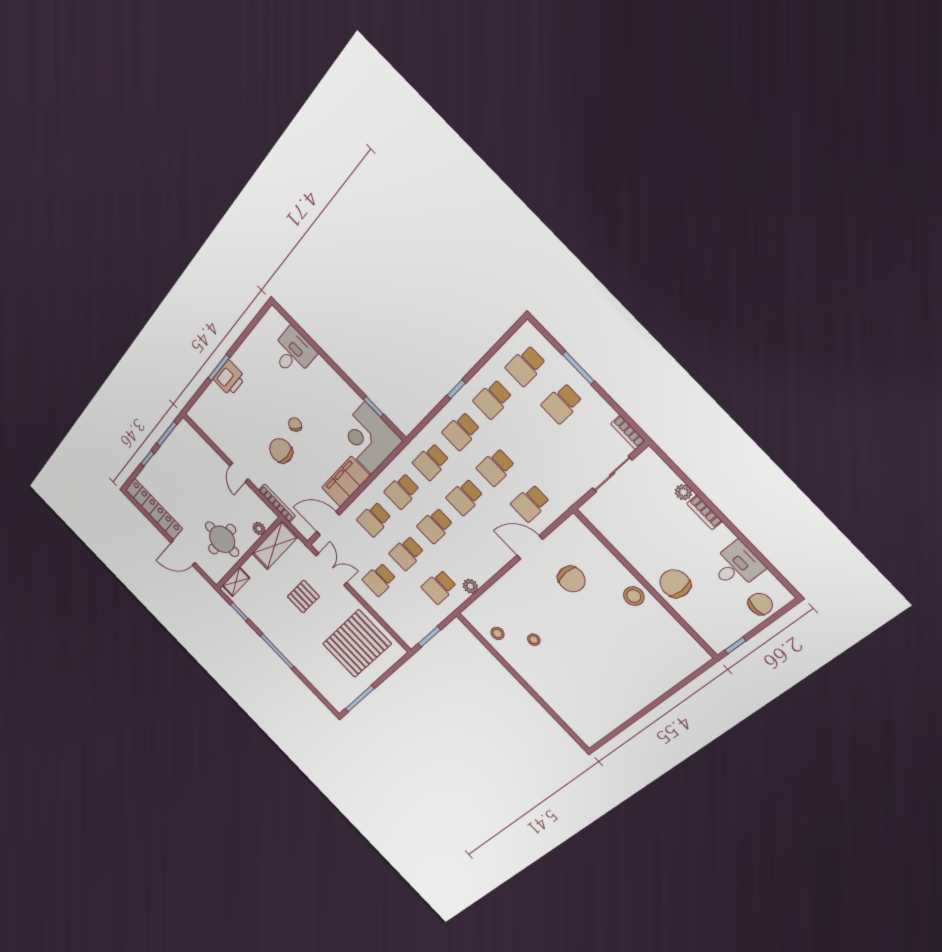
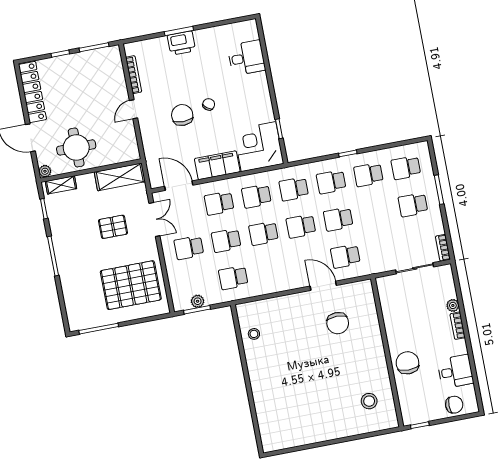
bookcase: (277, 503) -> (134, 75), moved
plant: (259, 529) -> (45, 171), moved
plant: (470, 586) -> (198, 301), moved
stool: (634, 596) -> (369, 401), moved
stool: (534, 640) -> (279, 352), removed

